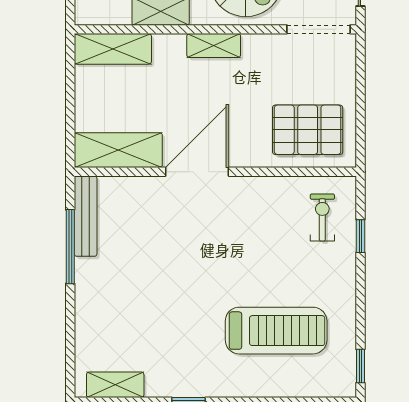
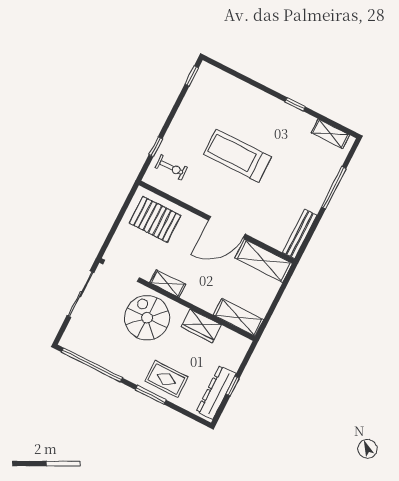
shelving: (214, 46) -> (168, 284), moved
exercise bike: (322, 217) -> (171, 167), turned -91
window: (70, 247) -> (334, 188), moved
treadmill: (276, 331) -> (238, 156), moved

